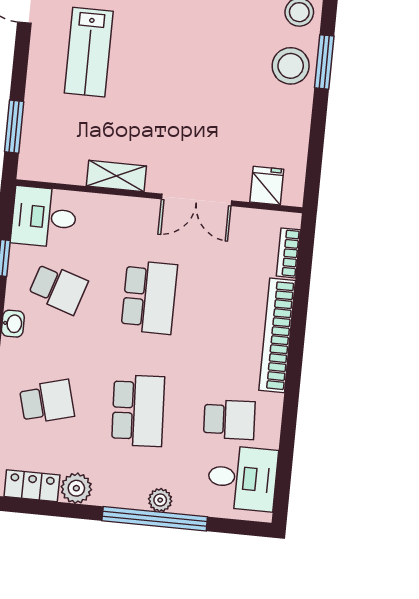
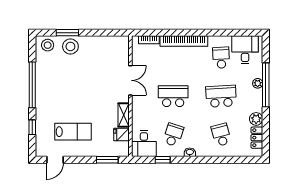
fridge: (267, 186) -> (122, 135), moved

